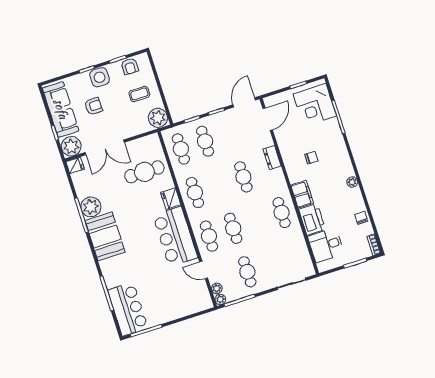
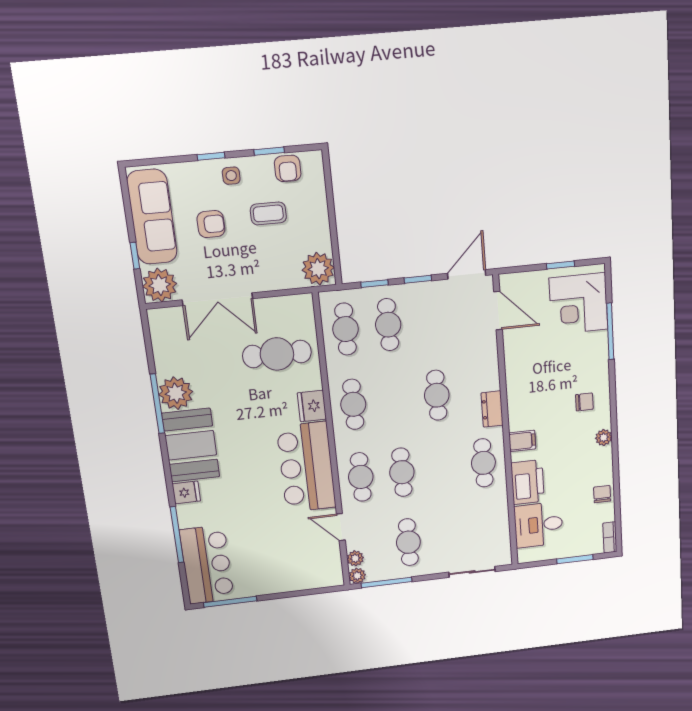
side table: (100, 77) -> (231, 176), width x0.54, depth x0.54
coffee table: (139, 94) -> (268, 213), moved
door: (268, 119) -> (498, 311), hinge flipped
dresser: (272, 158) -> (492, 409), moved
chair: (311, 158) -> (584, 402), moved
fridge: (75, 165) -> (186, 492), moved
filing cabinet: (302, 194) -> (522, 441), width x0.50

